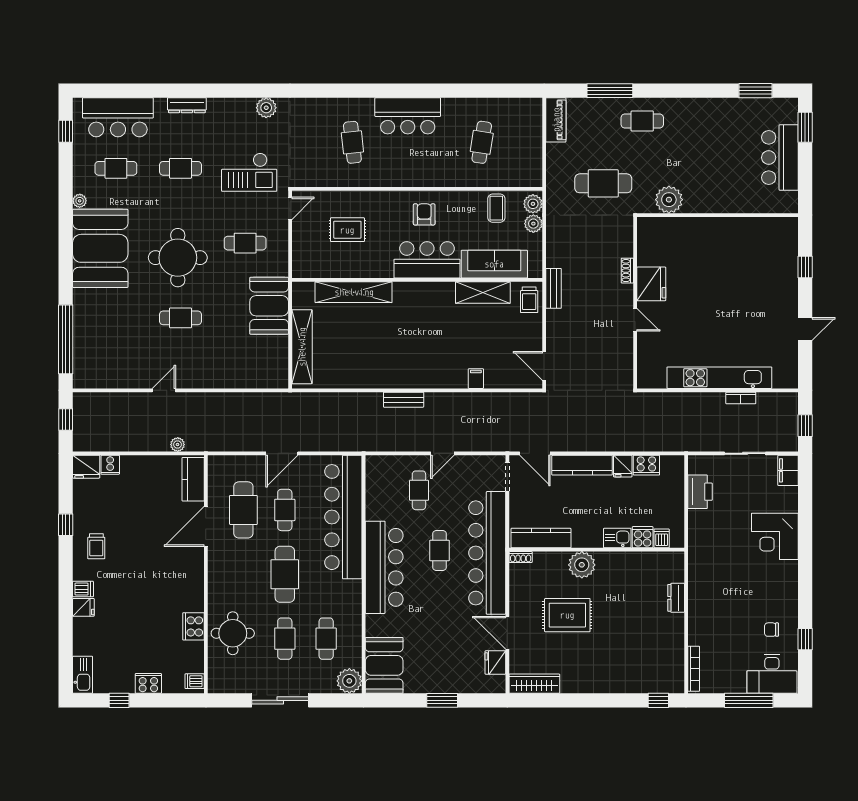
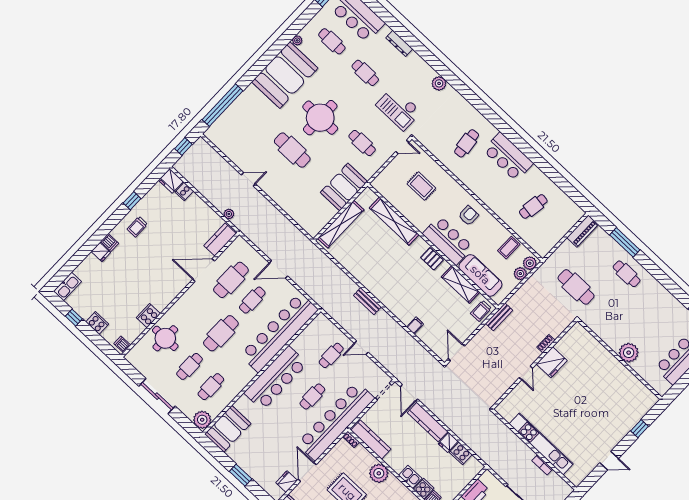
plant: (669, 200) -> (629, 353), moved
pallet: (429, 294) -> (432, 259), added
cafe table: (181, 318) -> (292, 150), width x1.37, depth x1.35

